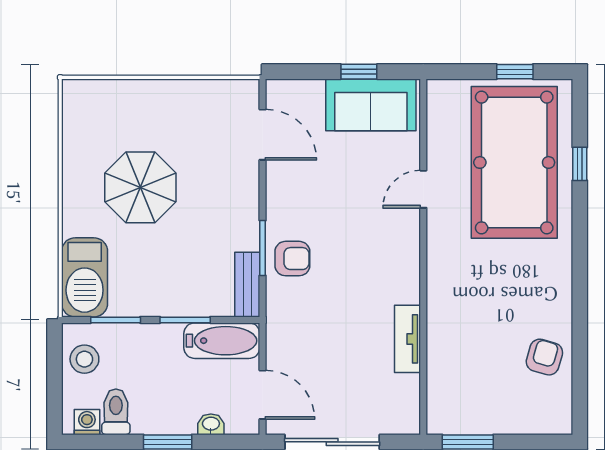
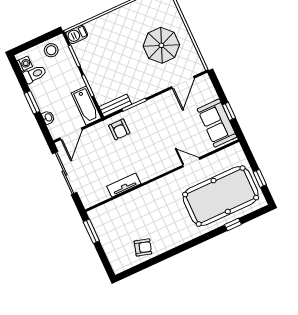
parasol: (140, 187) -> (161, 45), moved
armchair: (292, 259) -> (119, 129), moved
barbecue: (85, 277) -> (77, 34), width x0.53, depth x0.65

